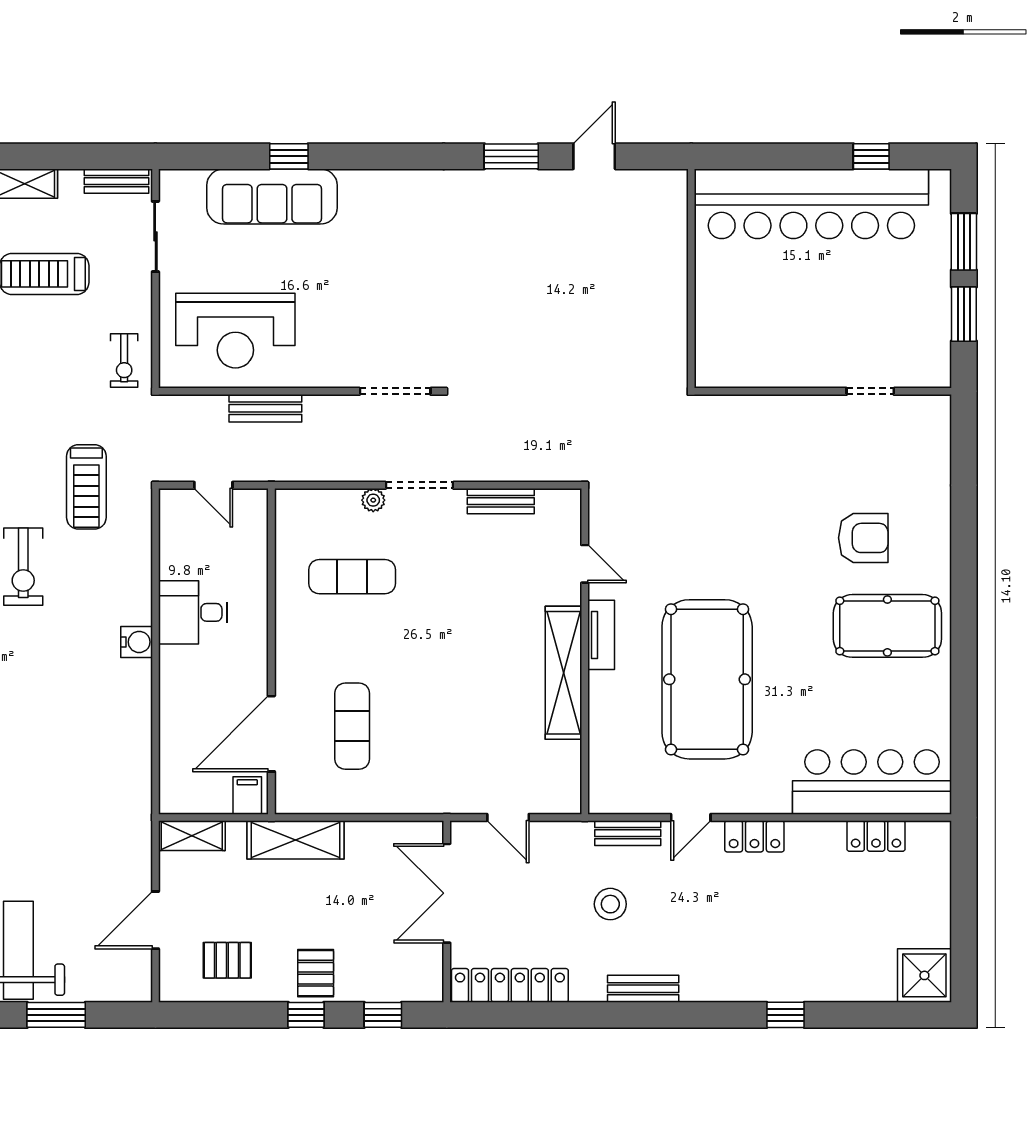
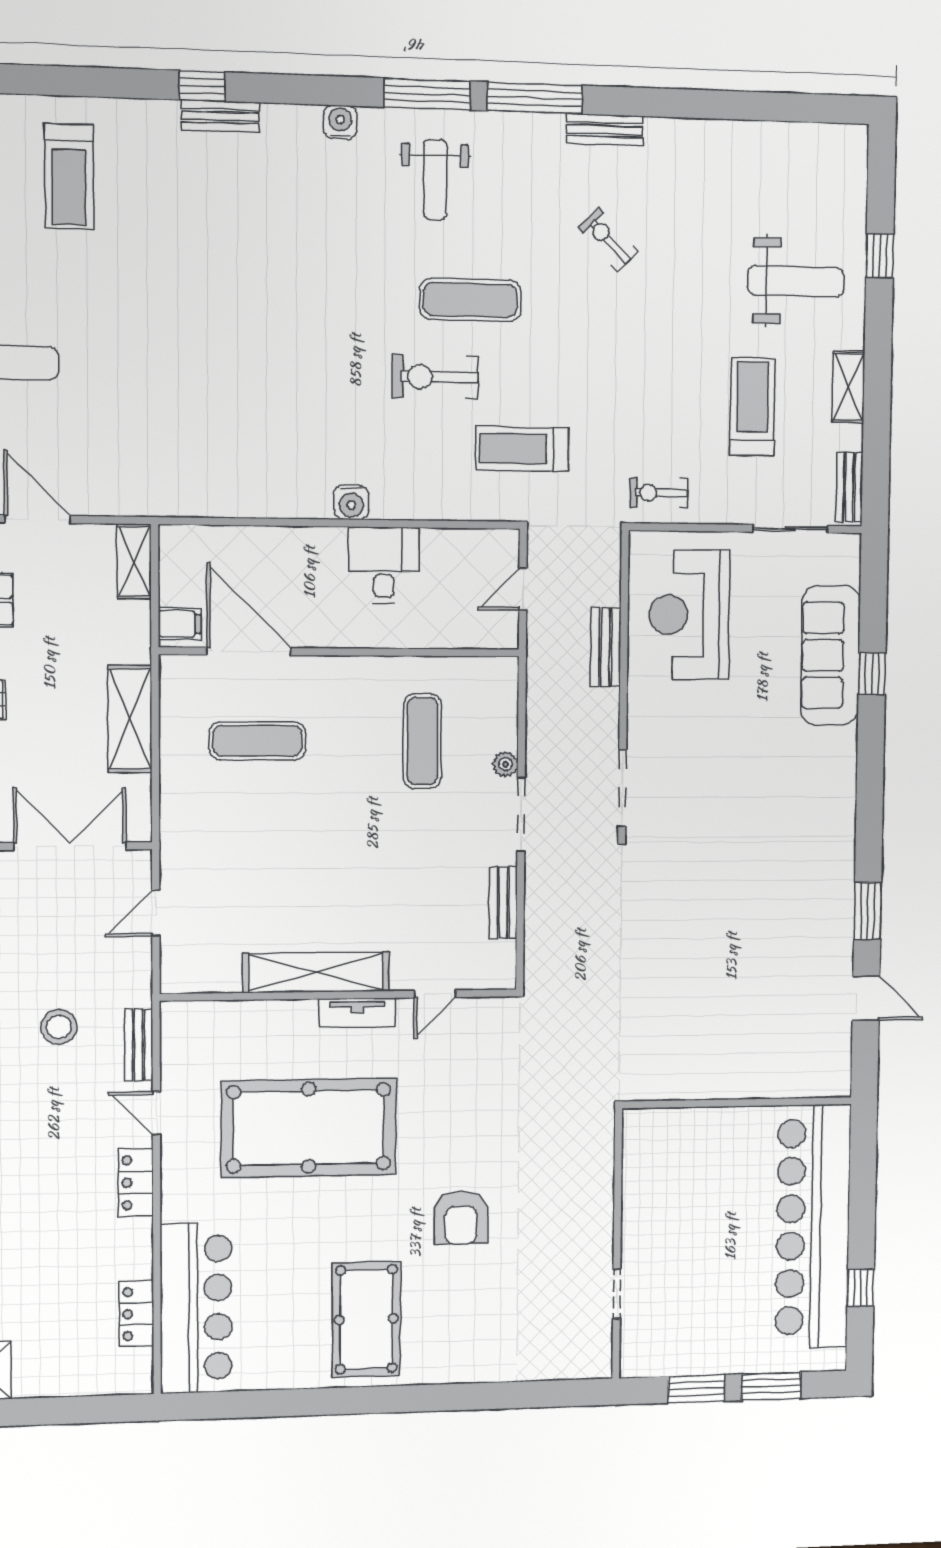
armchair: (863, 538) -> (461, 1218), moved
shelving: (295, 840) -> (130, 719), moved

